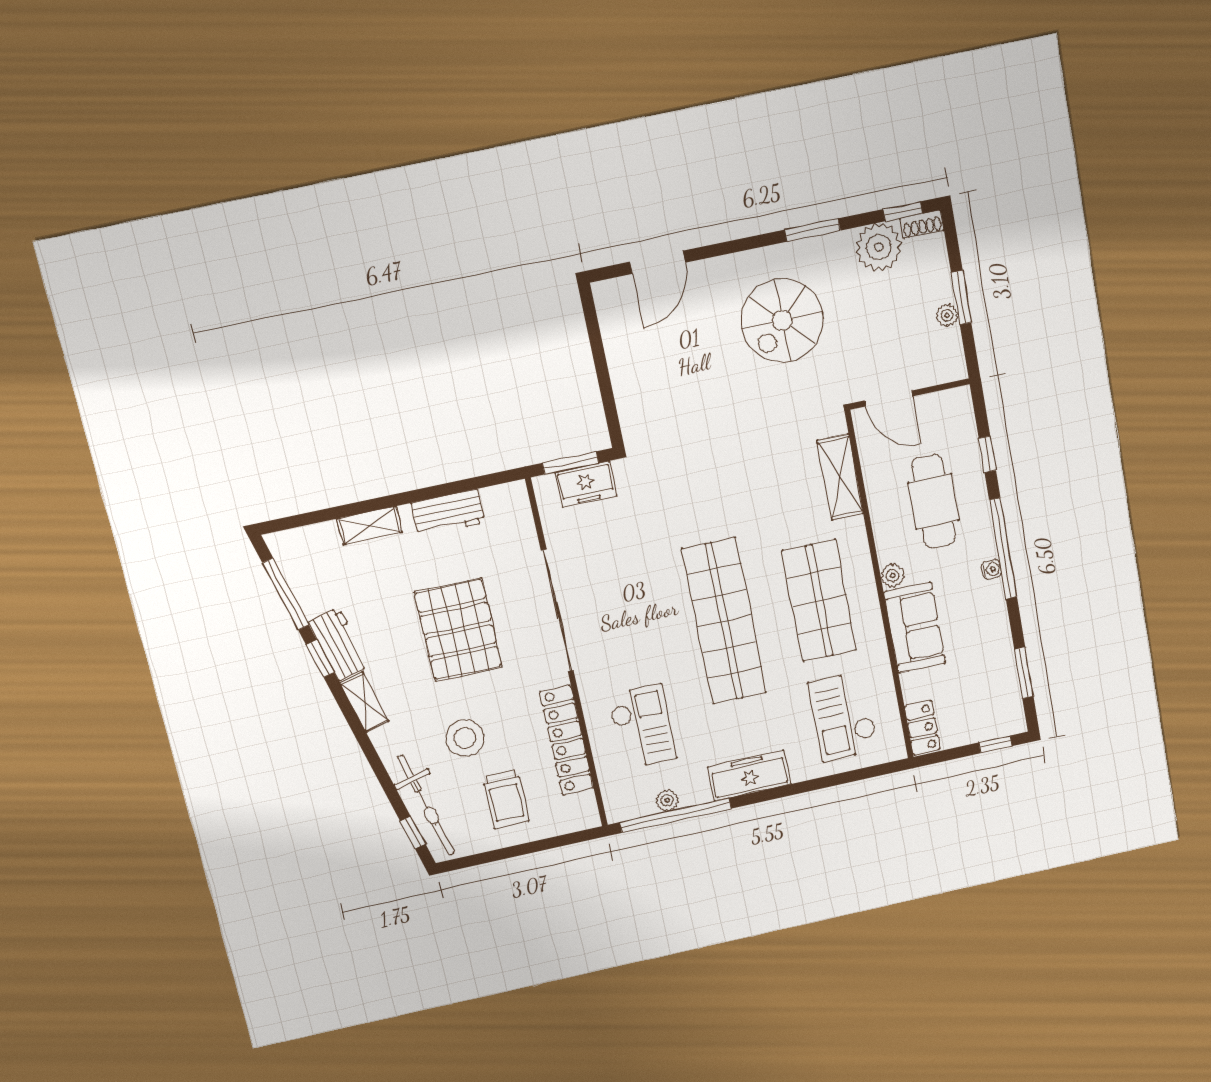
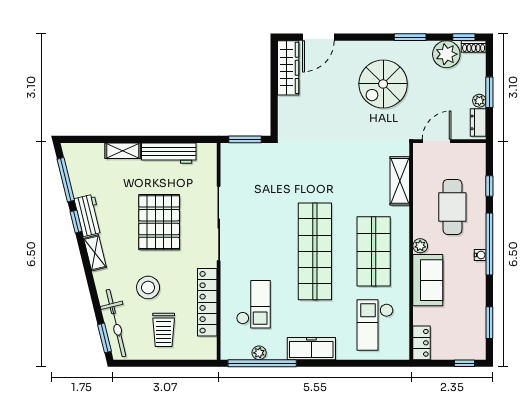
wardrobe: (617, 326) -> (288, 68), added
dresser: (951, 353) -> (478, 122), added
door: (889, 398) -> (437, 141), swing flipped
freezer: (586, 484) -> (251, 154), removed
workbench: (448, 513) -> (169, 153), width x1.38
window: (413, 833) -> (104, 338), width x1.50

